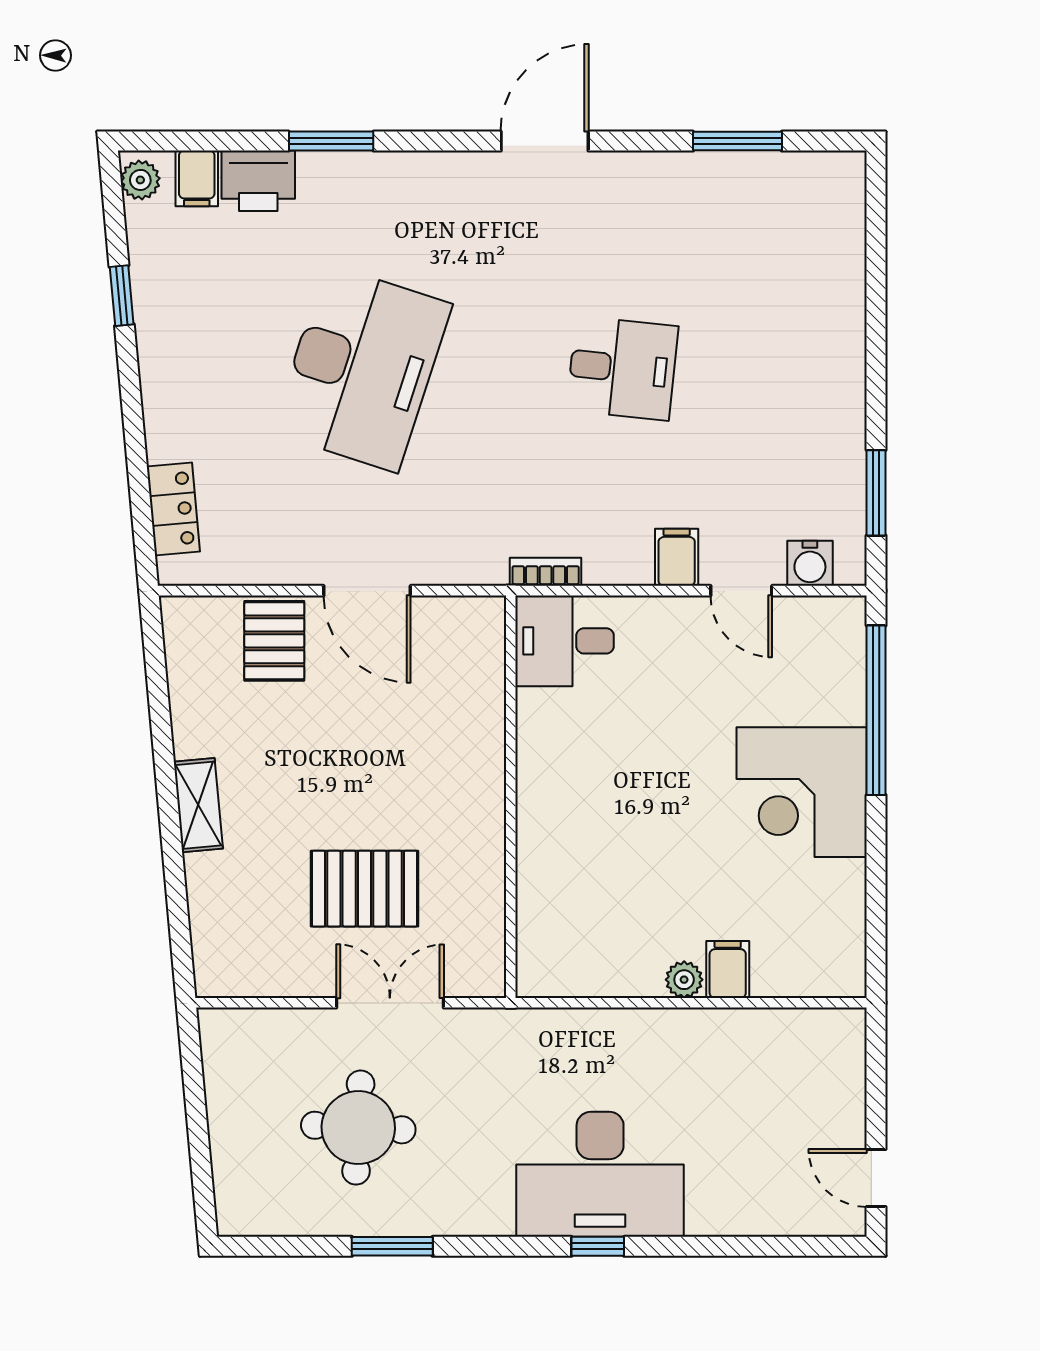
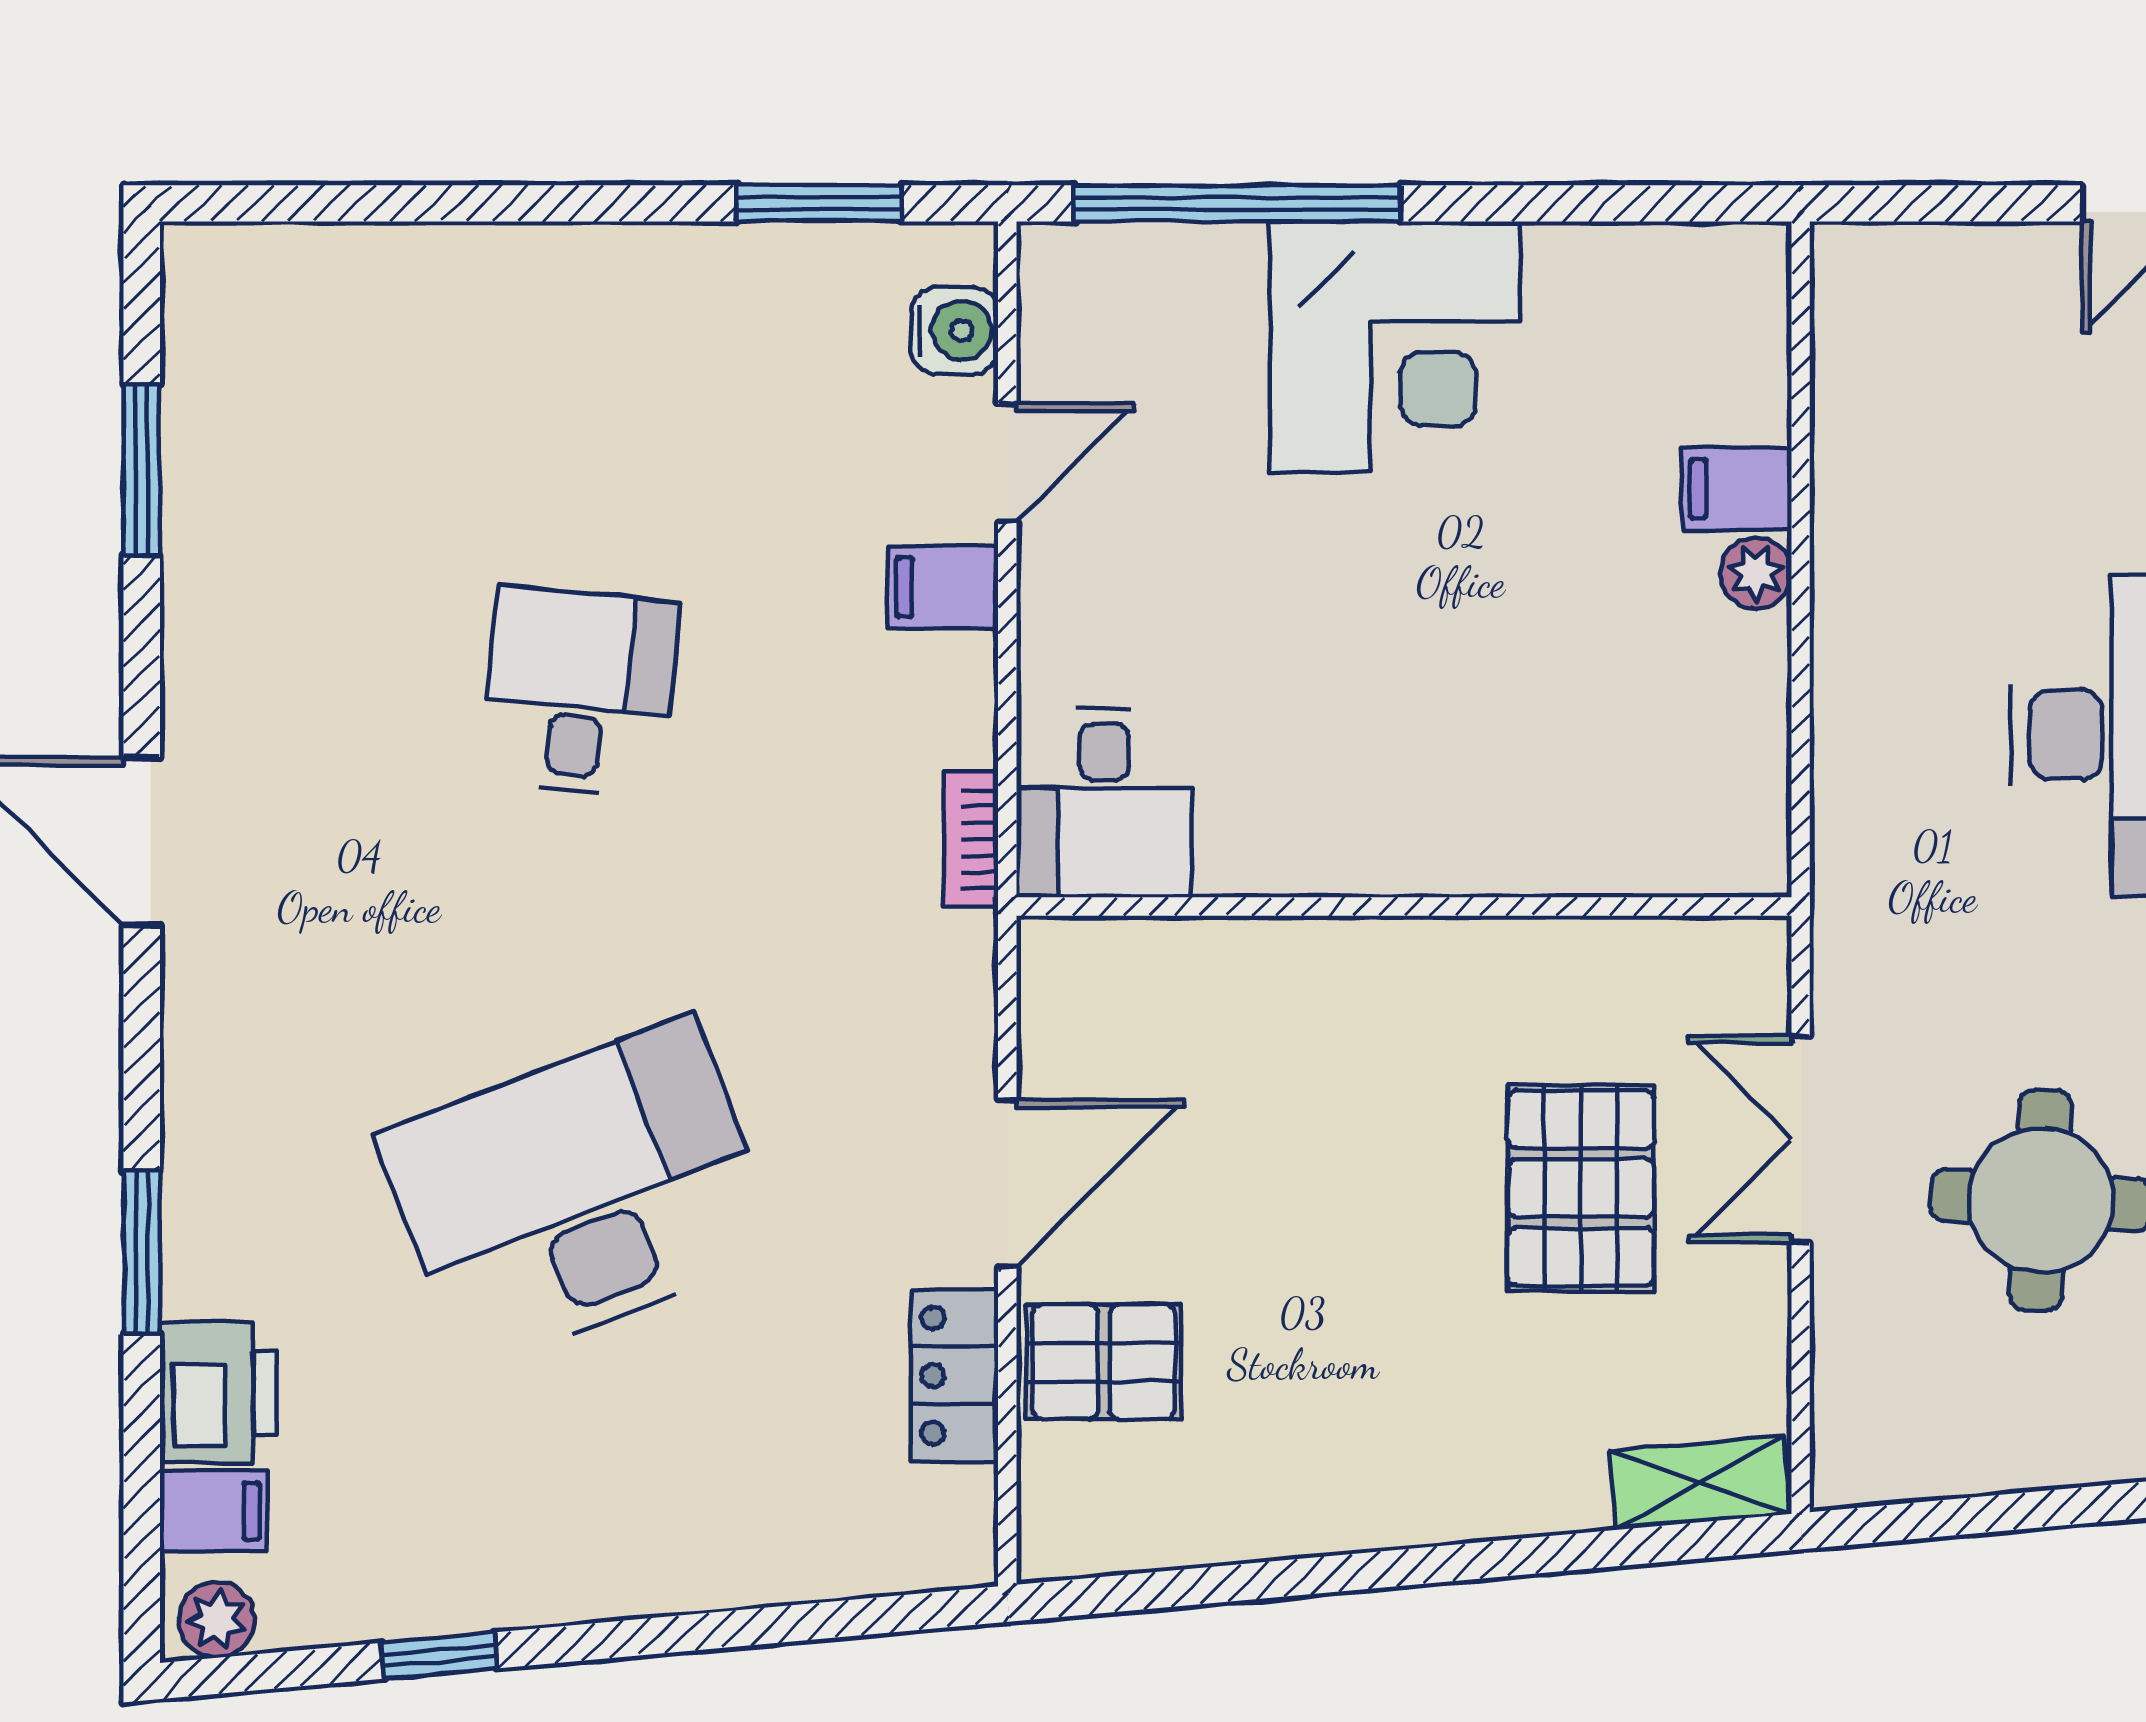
desk: (362, 368) -> (579, 1193), turned -39
locker: (173, 509) -> (955, 1376), moved, turned -85
shelving: (198, 805) -> (1700, 1483), moved

